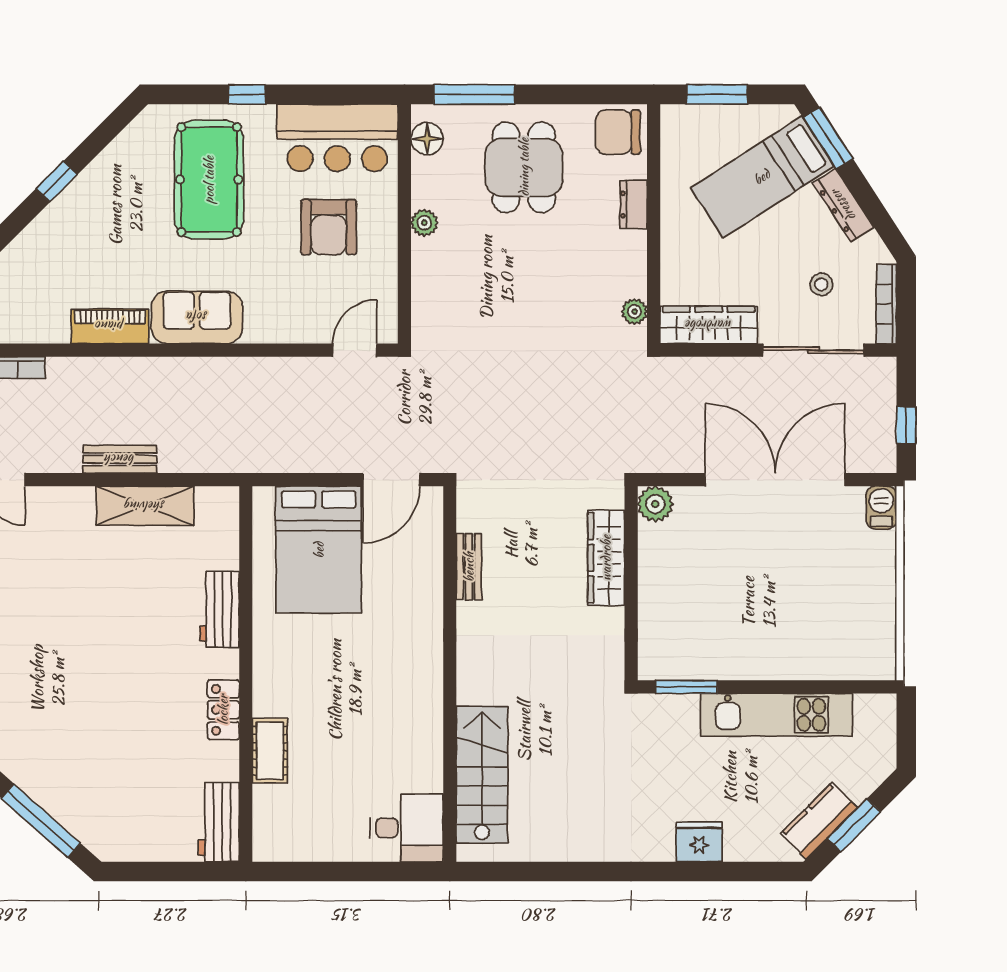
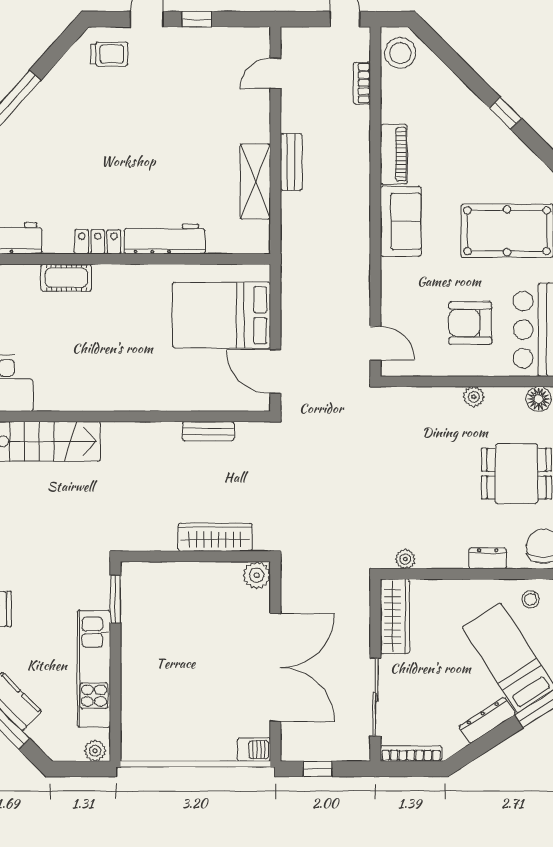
stool: (821, 284) -> (531, 599), moved
workbench: (220, 609) -> (164, 239), width x1.38
plant: (883, 713) -> (95, 751), added

